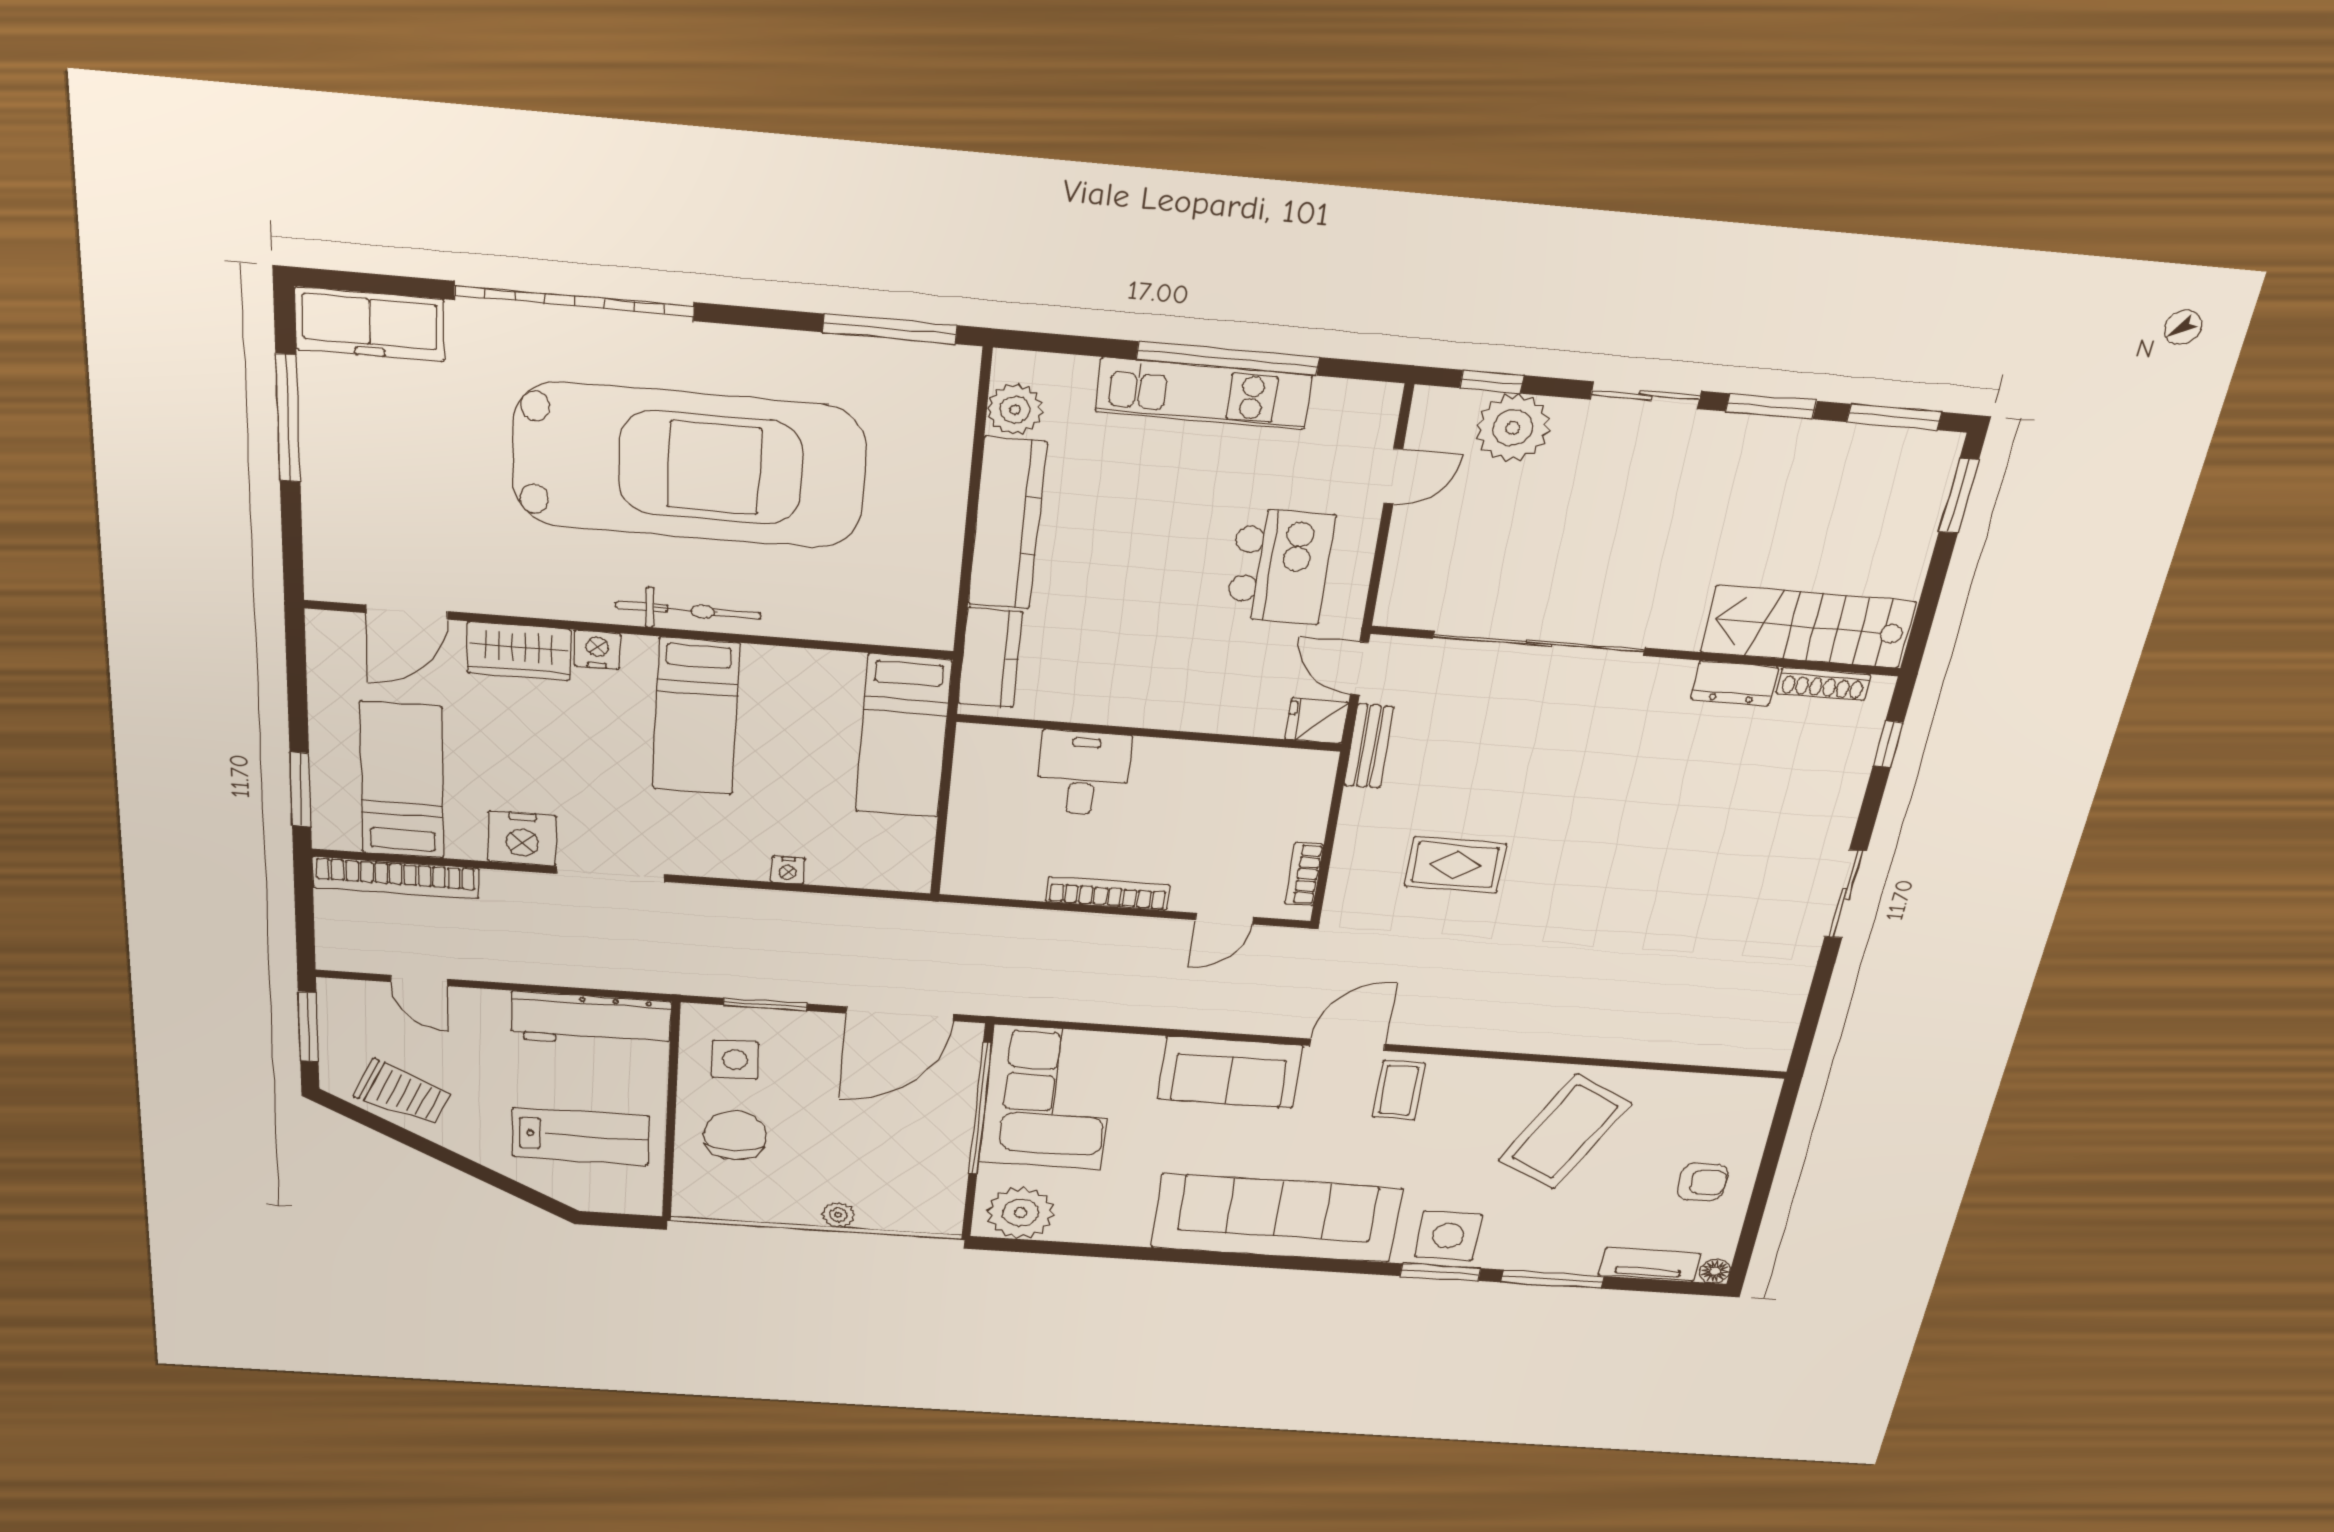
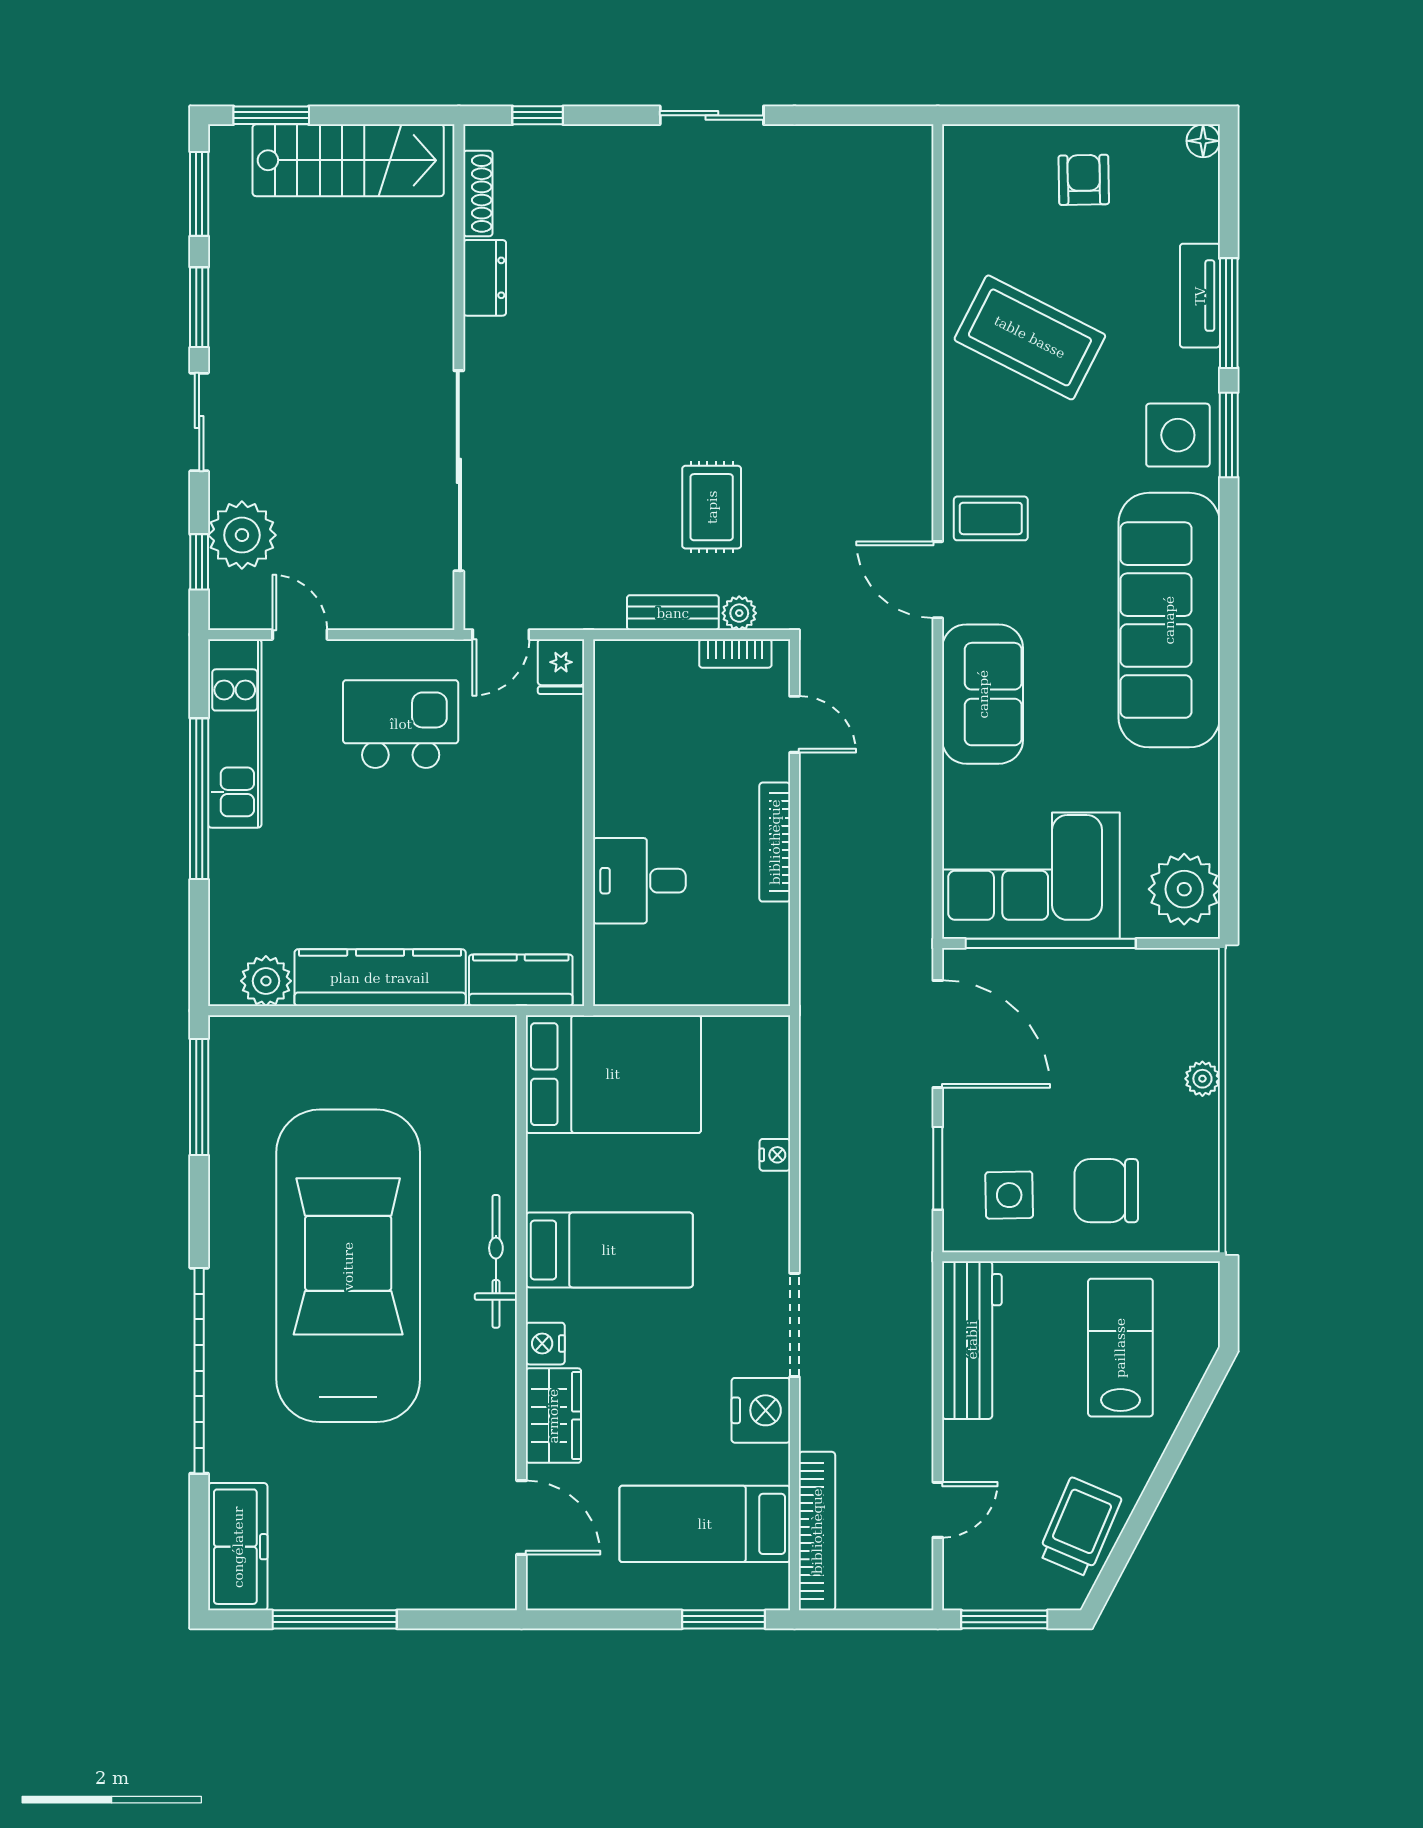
kitchen unit: (1203, 394) -> (235, 733), moved
stairs: (1808, 627) -> (348, 160), moved, turned -90
bed: (903, 736) -> (613, 1074), width x1.50
bench: (1369, 746) -> (673, 613), moved
plant: (1344, 880) -> (739, 613), added
tv unit: (1649, 1265) -> (1200, 296), moved

